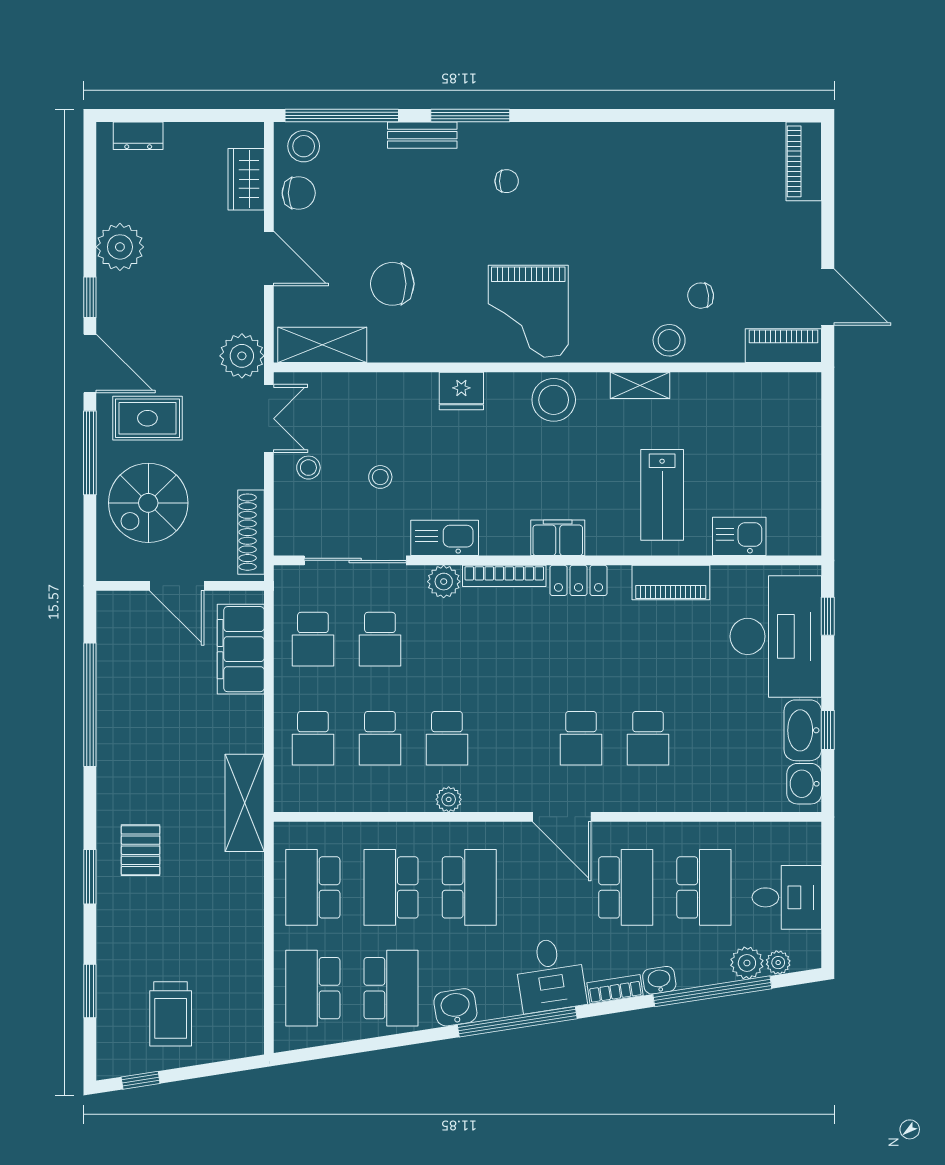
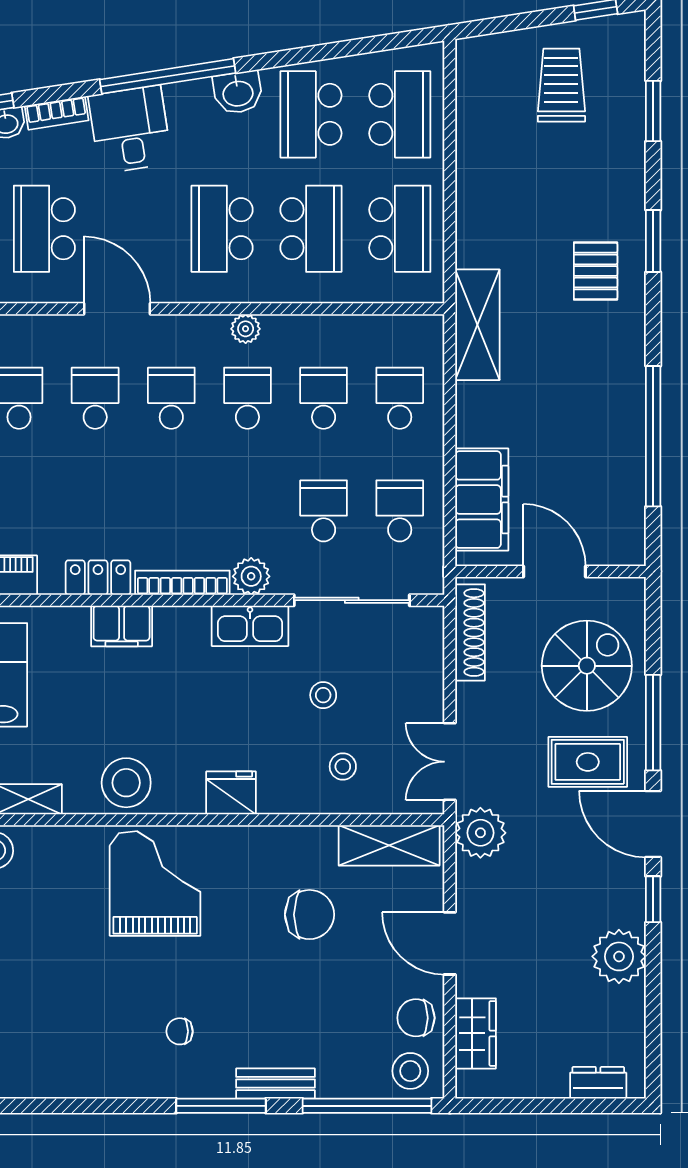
stool: (308, 468) -> (343, 766), moved
school desk: (514, 738) -> (171, 398), added

